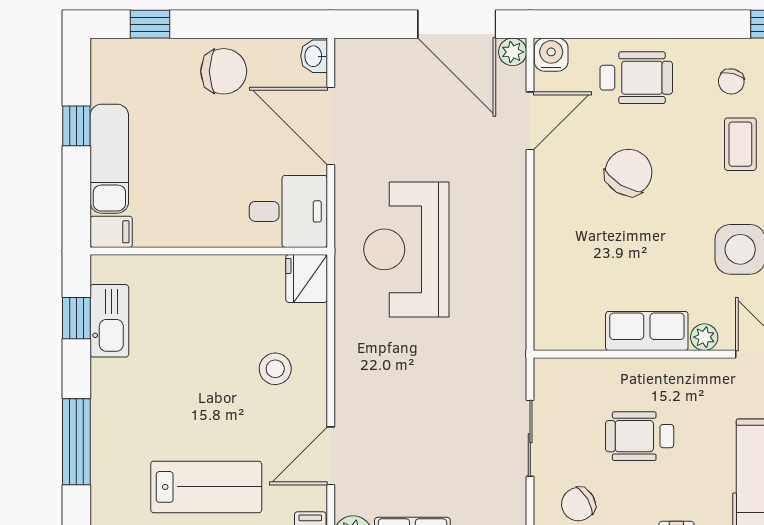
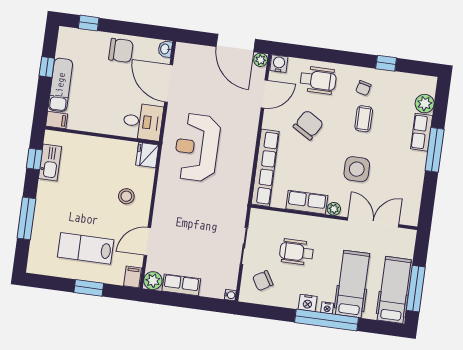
row of seats: (552, 272) -> (265, 168), added
lab bench: (206, 487) -> (86, 248), turned 180

